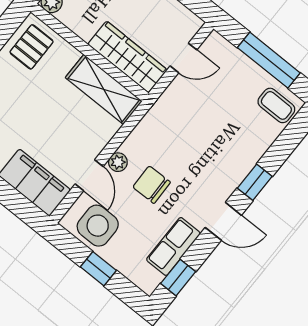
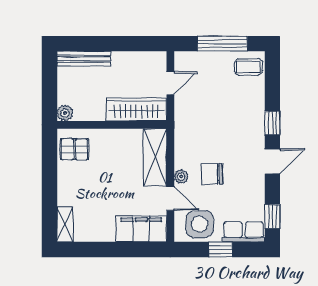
pallet: (32, 47) -> (74, 149), turned 90
shelving: (104, 89) -> (155, 157), moved, turned 90
row of seats: (173, 246) -> (244, 232), moved, turned 90

